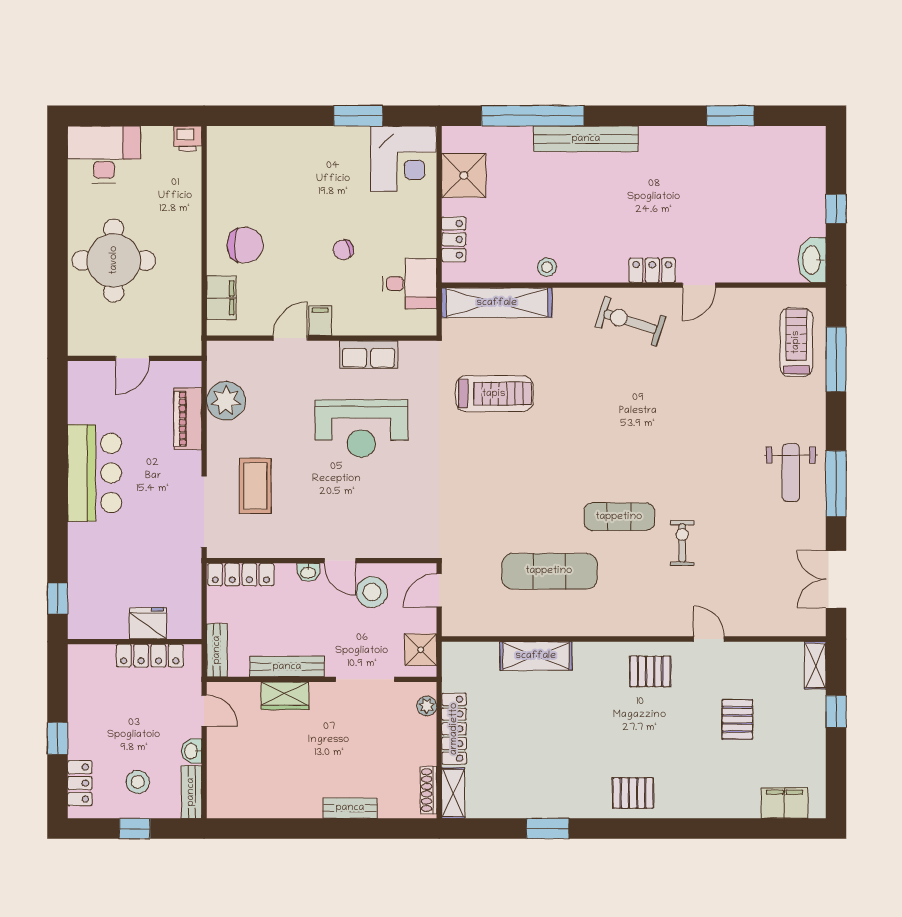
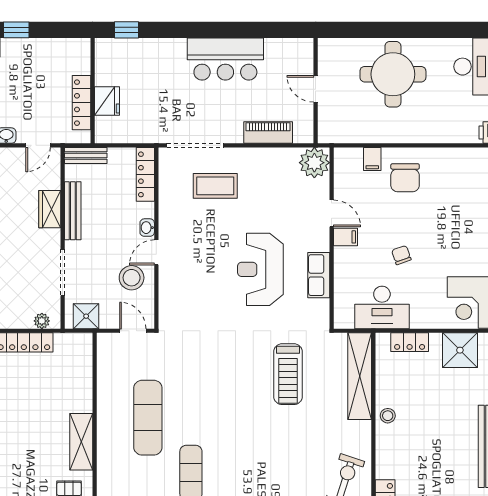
desk: (410, 284) -> (382, 307), width x1.37
filing cabinet: (221, 298) -> (372, 159), width x0.50
plant: (226, 401) -> (314, 163), moved
shelving: (536, 656) -> (81, 442), moved

